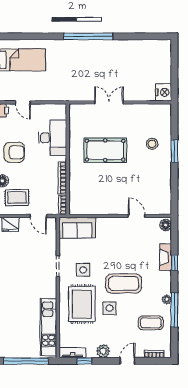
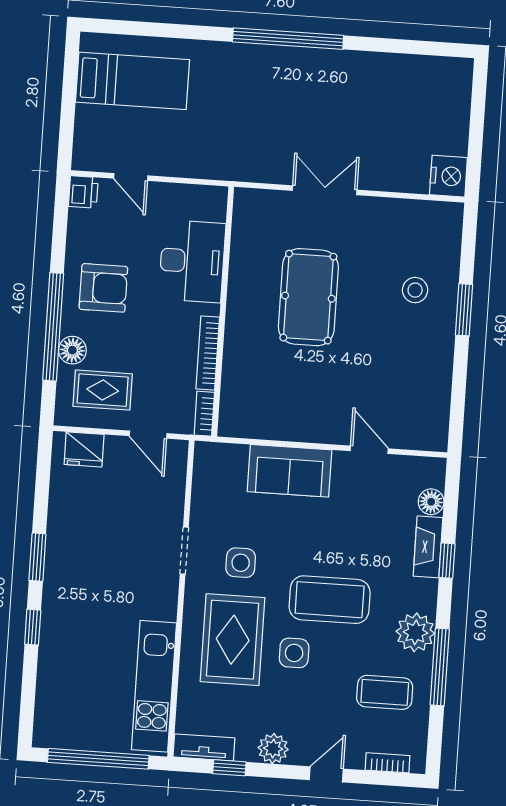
pool table: (105, 150) -> (308, 297), turned 90
floor lamp: (166, 225) -> (431, 502), moved
sofa: (77, 228) -> (290, 471), moved
plant: (167, 299) -> (415, 632), width x1.87, depth x1.87

